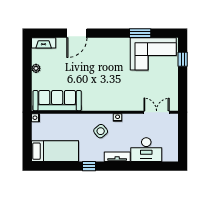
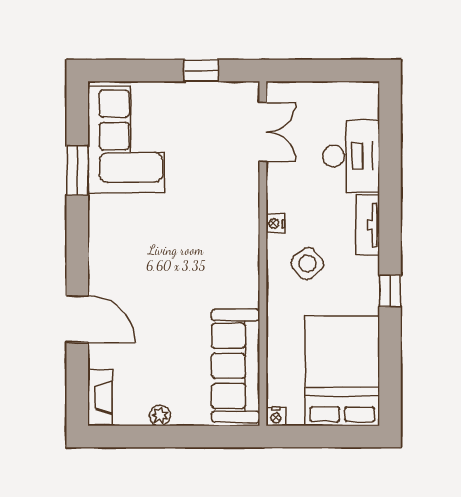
window: (183, 59) -> (201, 71), moved
double door: (157, 112) -> (263, 132), swing flipped
bed: (55, 151) -> (342, 371), width x1.50

